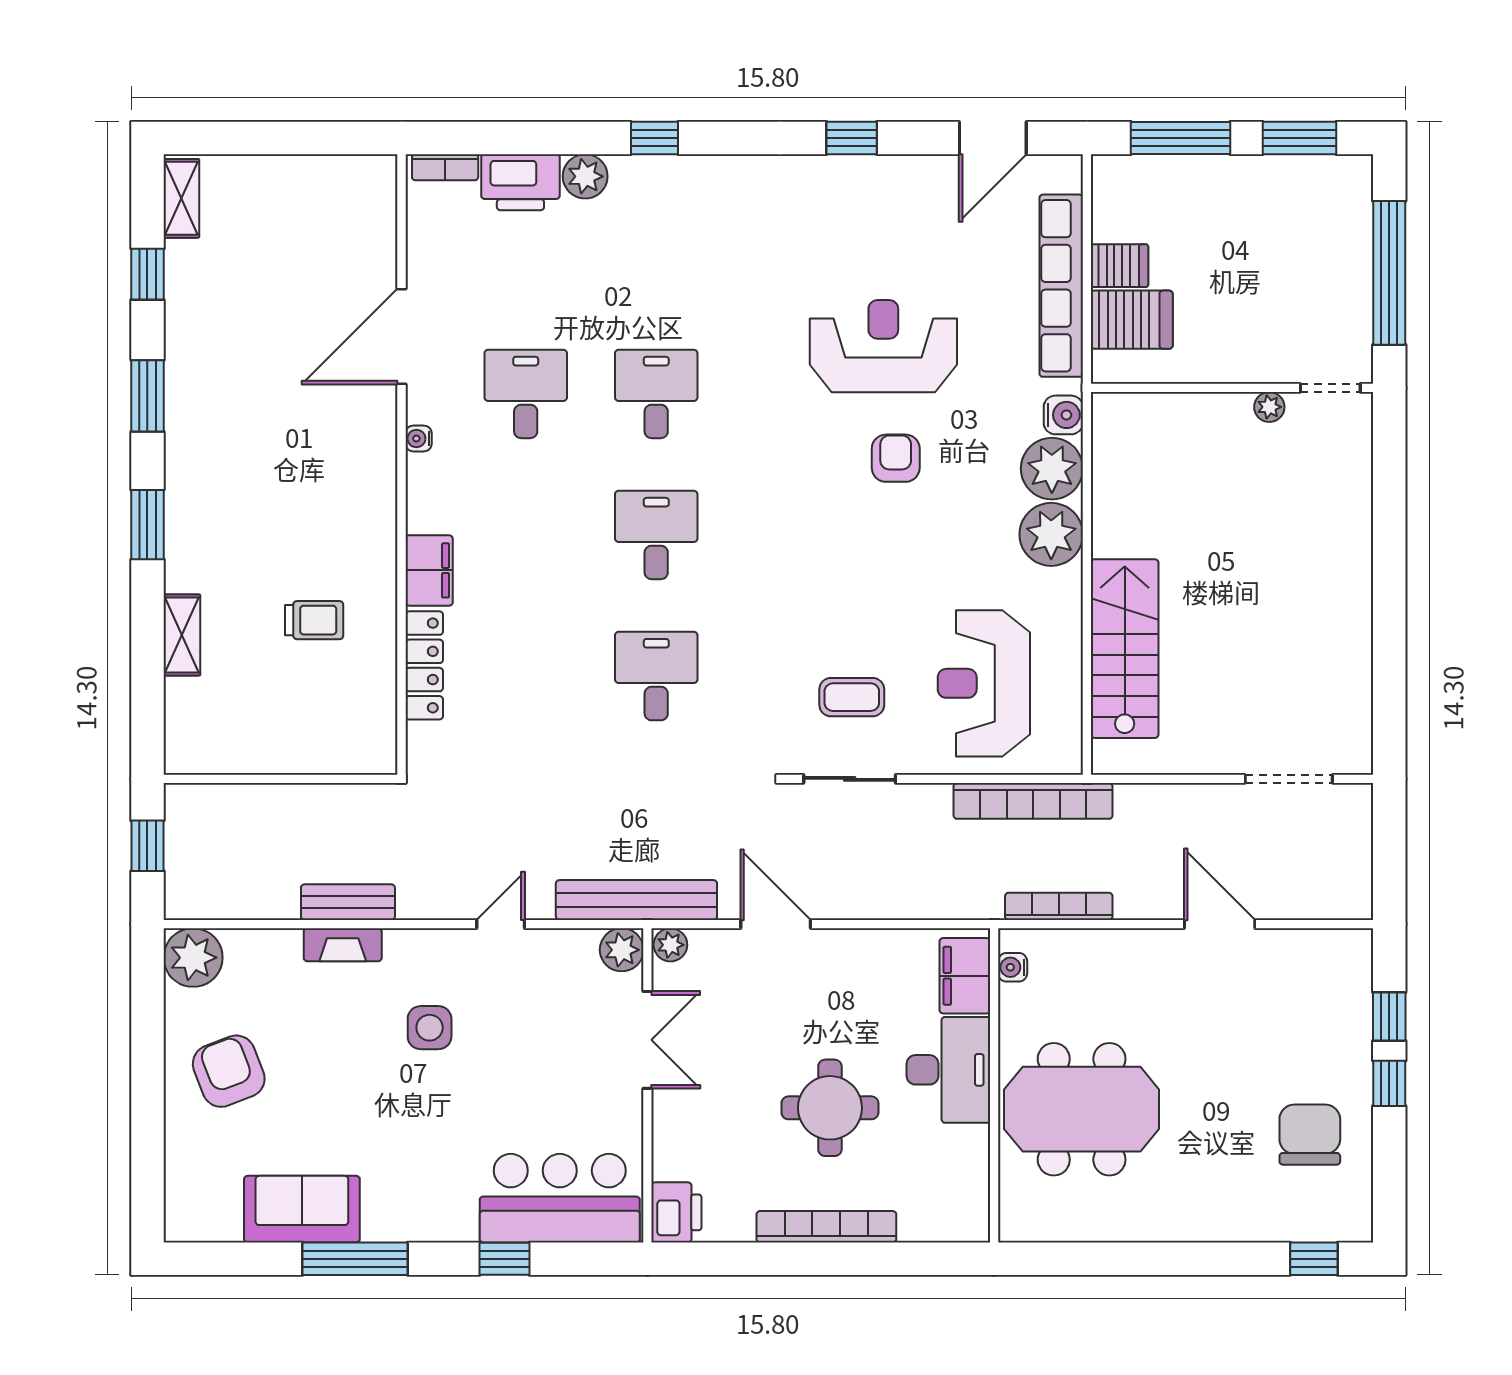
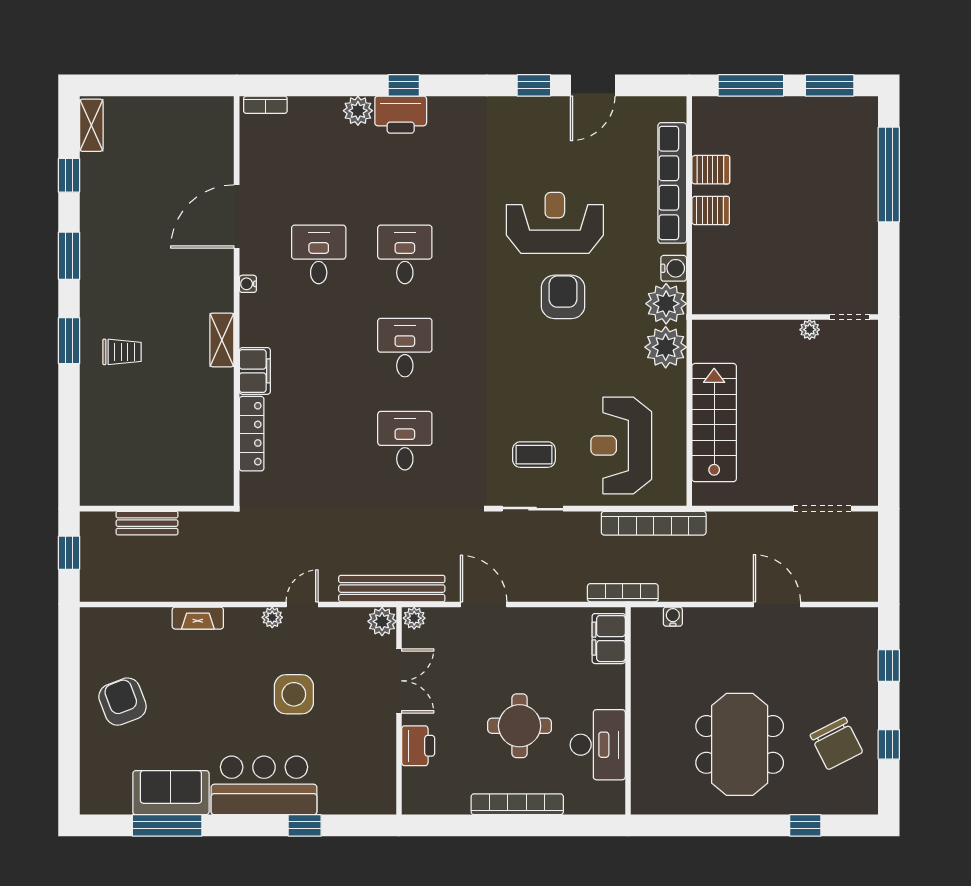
door: (993, 138) -> (593, 85), moved
printer: (520, 182) -> (401, 115), moved
server rack: (1132, 320) -> (711, 210), width x0.73, depth x0.70
wall: (1232, 388) -> (785, 317), moved
doorway: (1330, 388) -> (850, 317), moved
plant: (1269, 407) -> (810, 330), moved
armchair: (896, 458) -> (563, 297), width x1.38, depth x1.38
trolley: (314, 620) -> (122, 352), moved
shelving: (182, 635) -> (222, 340), moved
bench: (348, 902) -> (147, 523), moved
bookcase: (1059, 906) -> (623, 593), moved
plant: (193, 958) -> (272, 617), moved, width x0.53, depth x0.53
water cooler: (1013, 967) -> (673, 617), moved, turned 90
side table: (430, 1028) -> (294, 694), moved, width x1.37, depth x1.37
desk: (948, 1070) -> (598, 745), moved
window: (1389, 1083) -> (889, 744), moved
meeting table: (1082, 1109) -> (740, 744), moved, turned 90
chair: (1310, 1135) -> (836, 743), turned 153
bar counter: (560, 1198) -> (264, 785), moved
printer: (676, 1212) -> (418, 746), moved
window: (355, 1259) -> (167, 825), moved
window: (1314, 1259) -> (805, 825), moved

